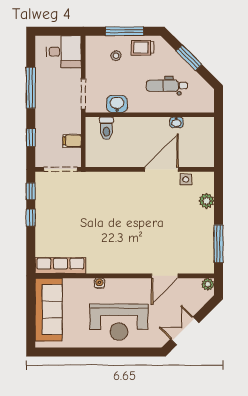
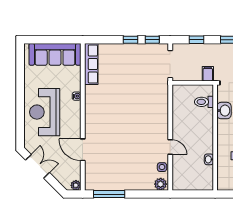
filing cabinet: (72, 141) -> (208, 74), moved
door: (161, 169) -> (170, 147), width x0.53
plant: (206, 201) -> (161, 184), moved

